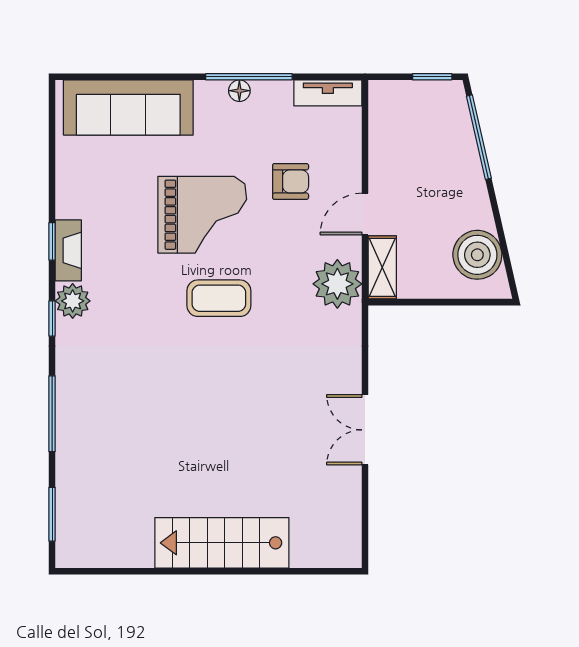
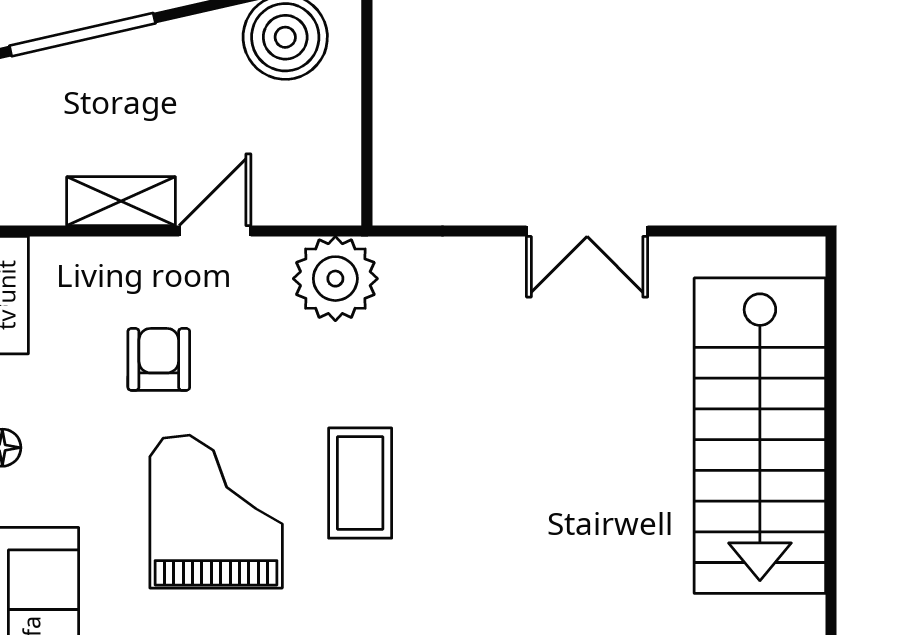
door: (365, 214) -> (215, 231), swing flipped
shelving: (382, 267) -> (121, 201), moved
stairs: (222, 543) -> (760, 436), width x1.36, depth x1.51

